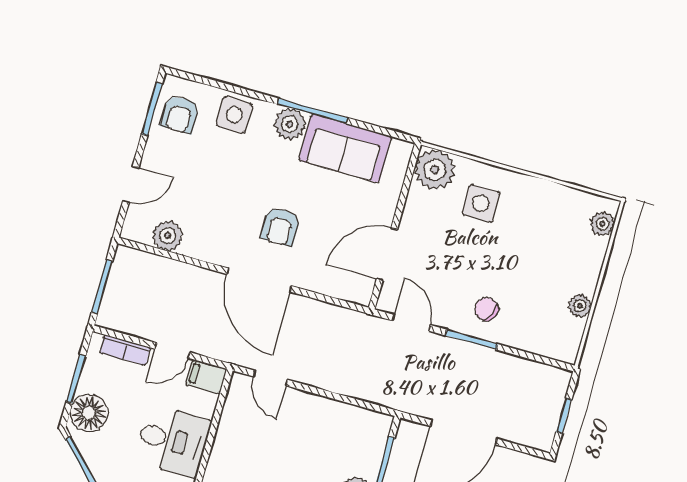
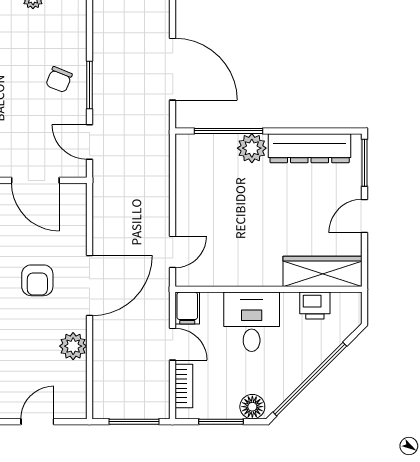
door: (131, 184) -> (37, 422), hinge flipped
armchair: (280, 226) -> (37, 280), turned 90
plant: (168, 236) -> (73, 346), moved
door: (411, 323) -> (89, 142), hinge flipped
floor lamp: (89, 413) -> (252, 407), width x0.73, depth x0.73

